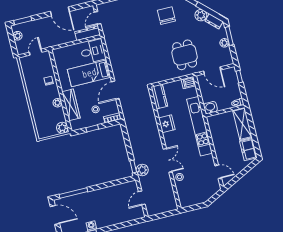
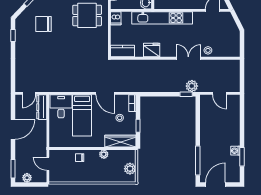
door: (98, 18) -> (29, 93), hinge flipped
wardrobe: (71, 105) -> (120, 141), moved
plant: (62, 128) -> (130, 169), moved

